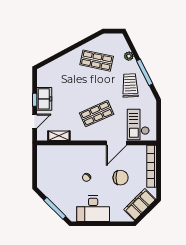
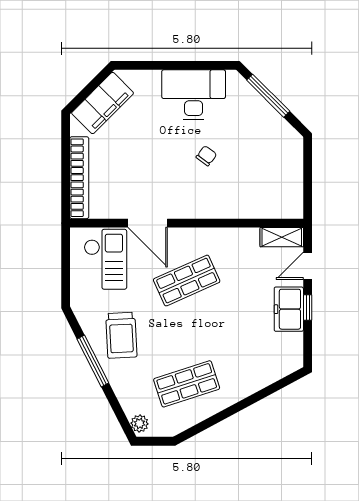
plant: (129, 56) -> (140, 423), moved
shop shelf: (97, 61) -> (187, 384), turned -30
shelving: (59, 136) -> (282, 237), moved
door: (117, 143) -> (148, 223), swing flipped
chair: (121, 178) -> (140, 155), removed

